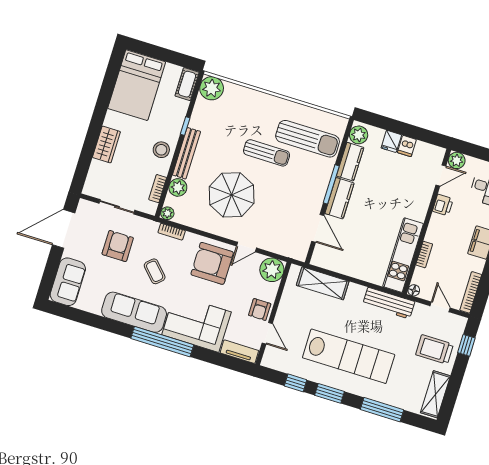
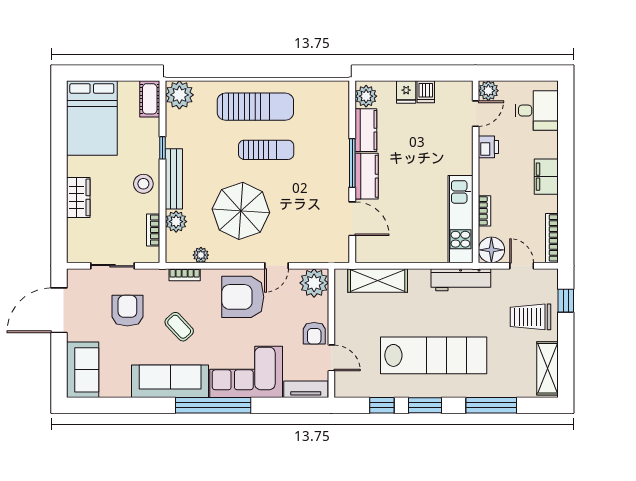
sun lounger: (308, 139) -> (255, 107), moved
plant: (167, 213) -> (201, 255), moved
floor lamp: (414, 290) -> (491, 250), width x1.89, depth x1.89

